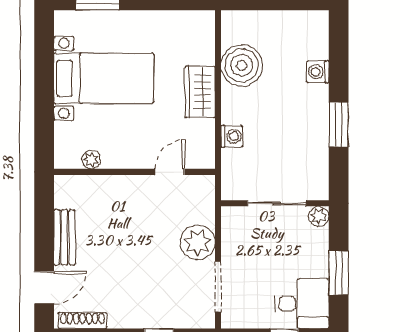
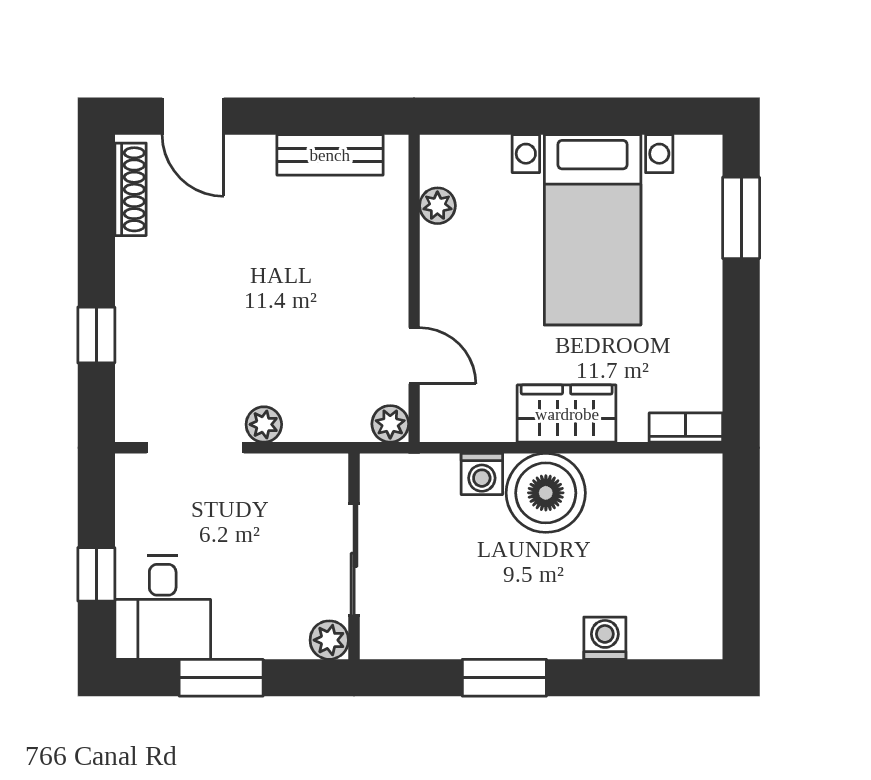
bookcase: (207, 29) -> (686, 428), added
boiler: (242, 65) -> (546, 493), moved
plant: (205, 184) -> (390, 424), added
bench: (64, 237) -> (330, 155), moved
plant: (198, 242) -> (264, 424), width x0.53, depth x0.53

